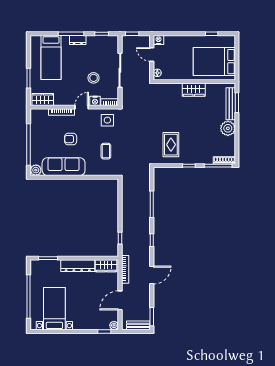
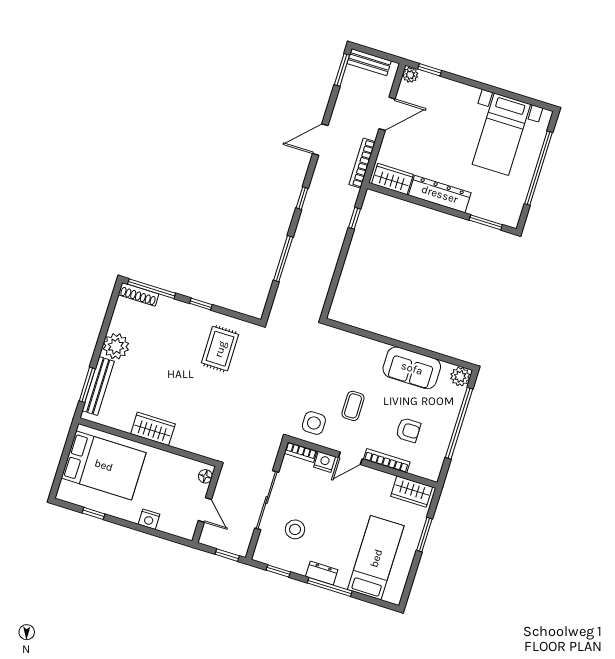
nightstand: (158, 40) -> (149, 519), moved
stool: (94, 78) -> (295, 529), moved
armchair: (71, 139) -> (408, 430), moved
coffee table: (106, 151) -> (353, 406), moved
sofa: (64, 167) -> (412, 368), width x0.73

